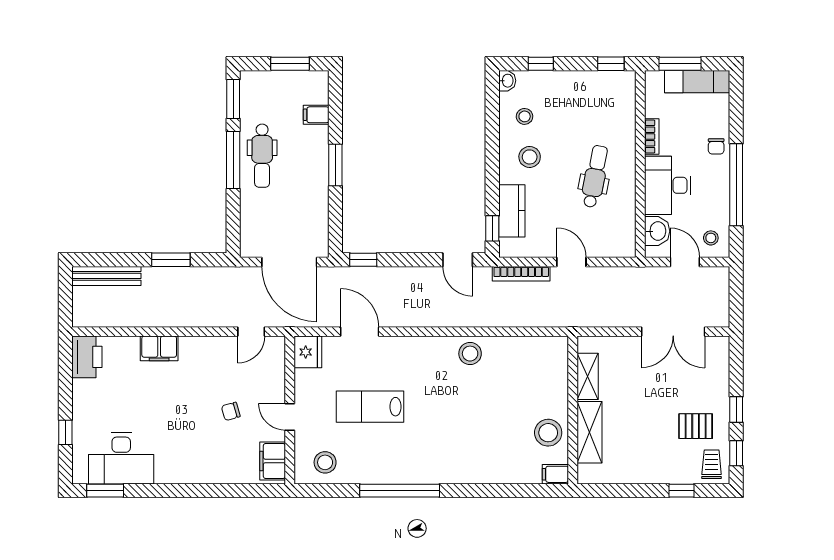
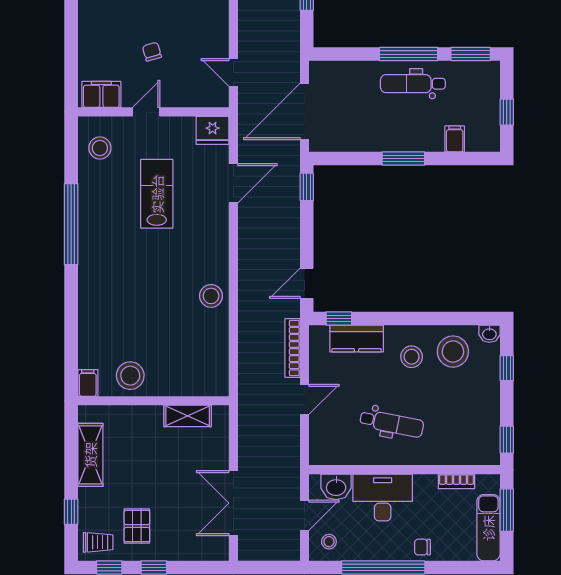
window: (290, 64) -> (507, 112), width x0.67
stool: (525, 116) -> (453, 352), width x1.89, depth x1.89
bookcase: (652, 137) -> (456, 481), moved
shelving: (590, 432) -> (90, 455), moved, turned 90

